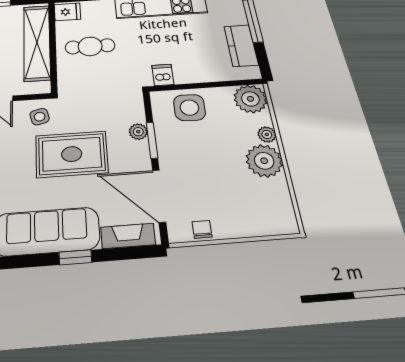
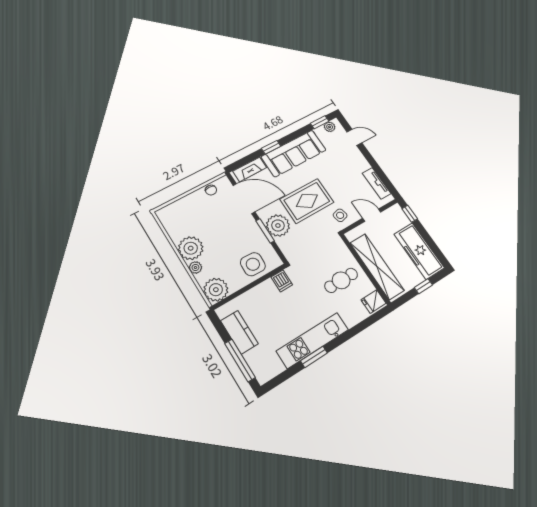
plant: (138, 132) -> (278, 226), width x1.87, depth x1.87

